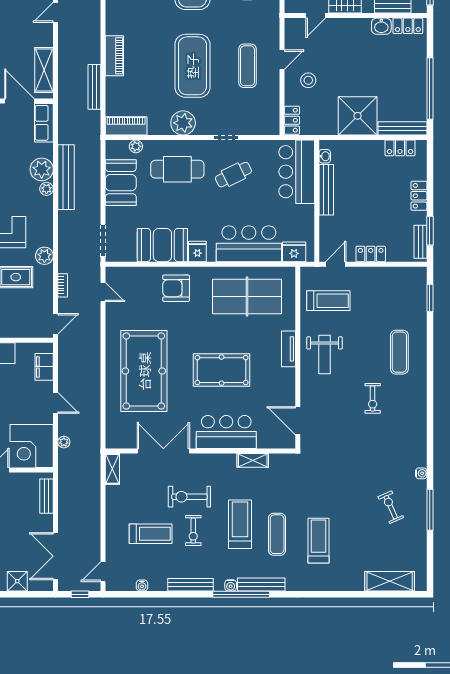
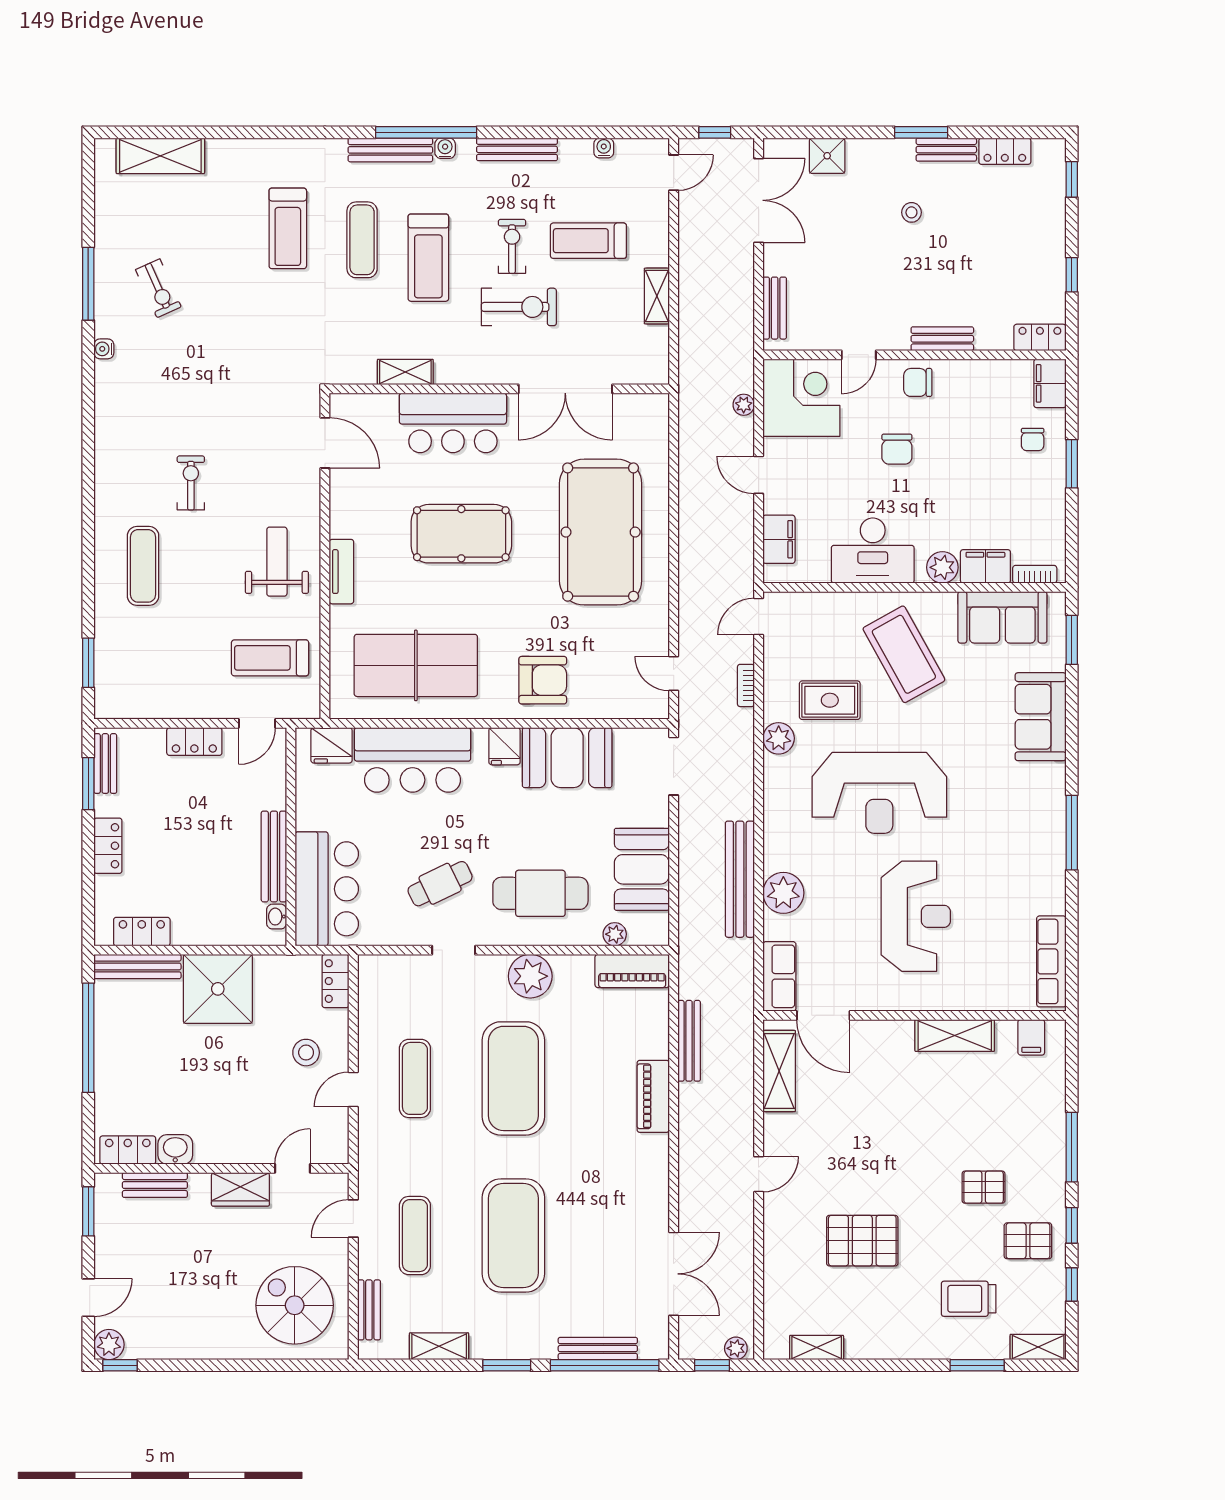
plant: (46, 189) -> (775, 858), removed
shelving: (112, 469) -> (657, 296), moved

